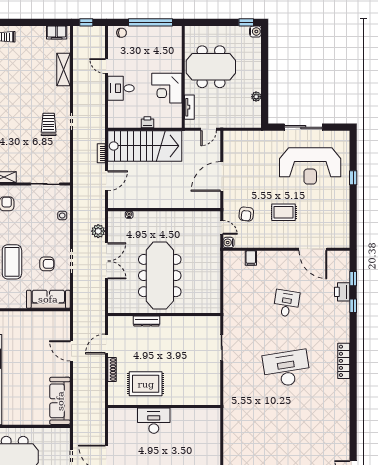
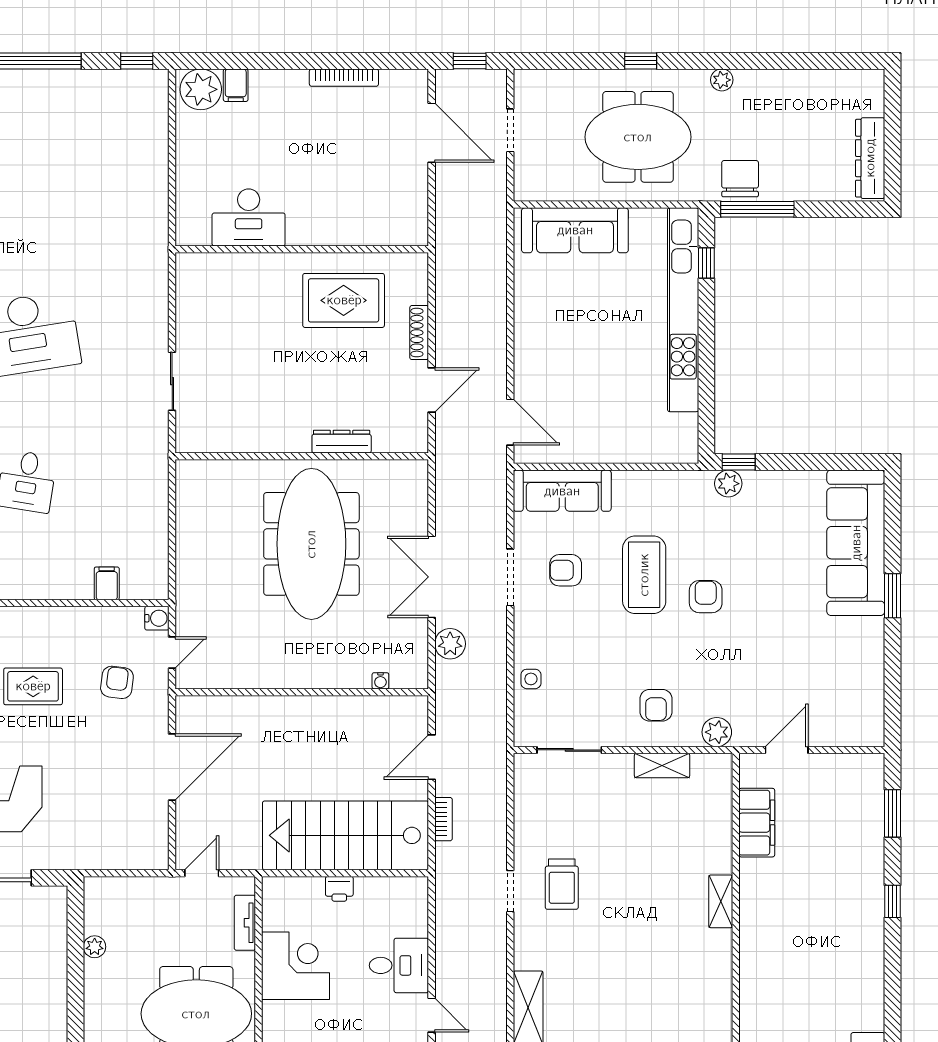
door: (222, 227) -> (172, 652), swing flipped
door: (71, 351) -> (510, 422), moved
sofa: (60, 401) -> (575, 230), moved, turned 90
desk: (154, 421) -> (249, 217), moved

